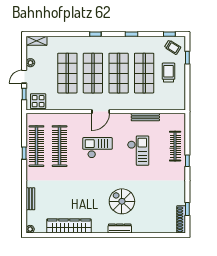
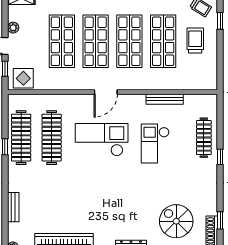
checkout: (97, 148) -> (102, 140), width x1.36, depth x1.21
checkout: (138, 151) -> (155, 144), turned 180
spiral stairs: (122, 201) -> (176, 221), moved

